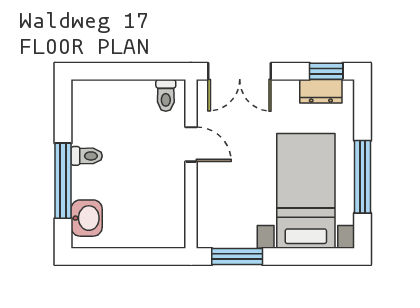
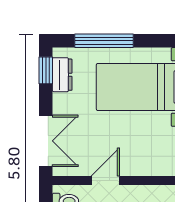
window: (363, 177) -> (104, 41), moved

